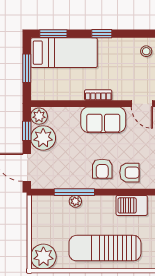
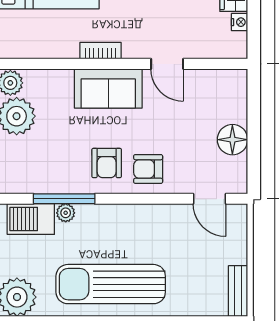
armchair: (129, 173) -> (148, 169), turned 180
barbecue: (132, 205) -> (31, 219), moved

